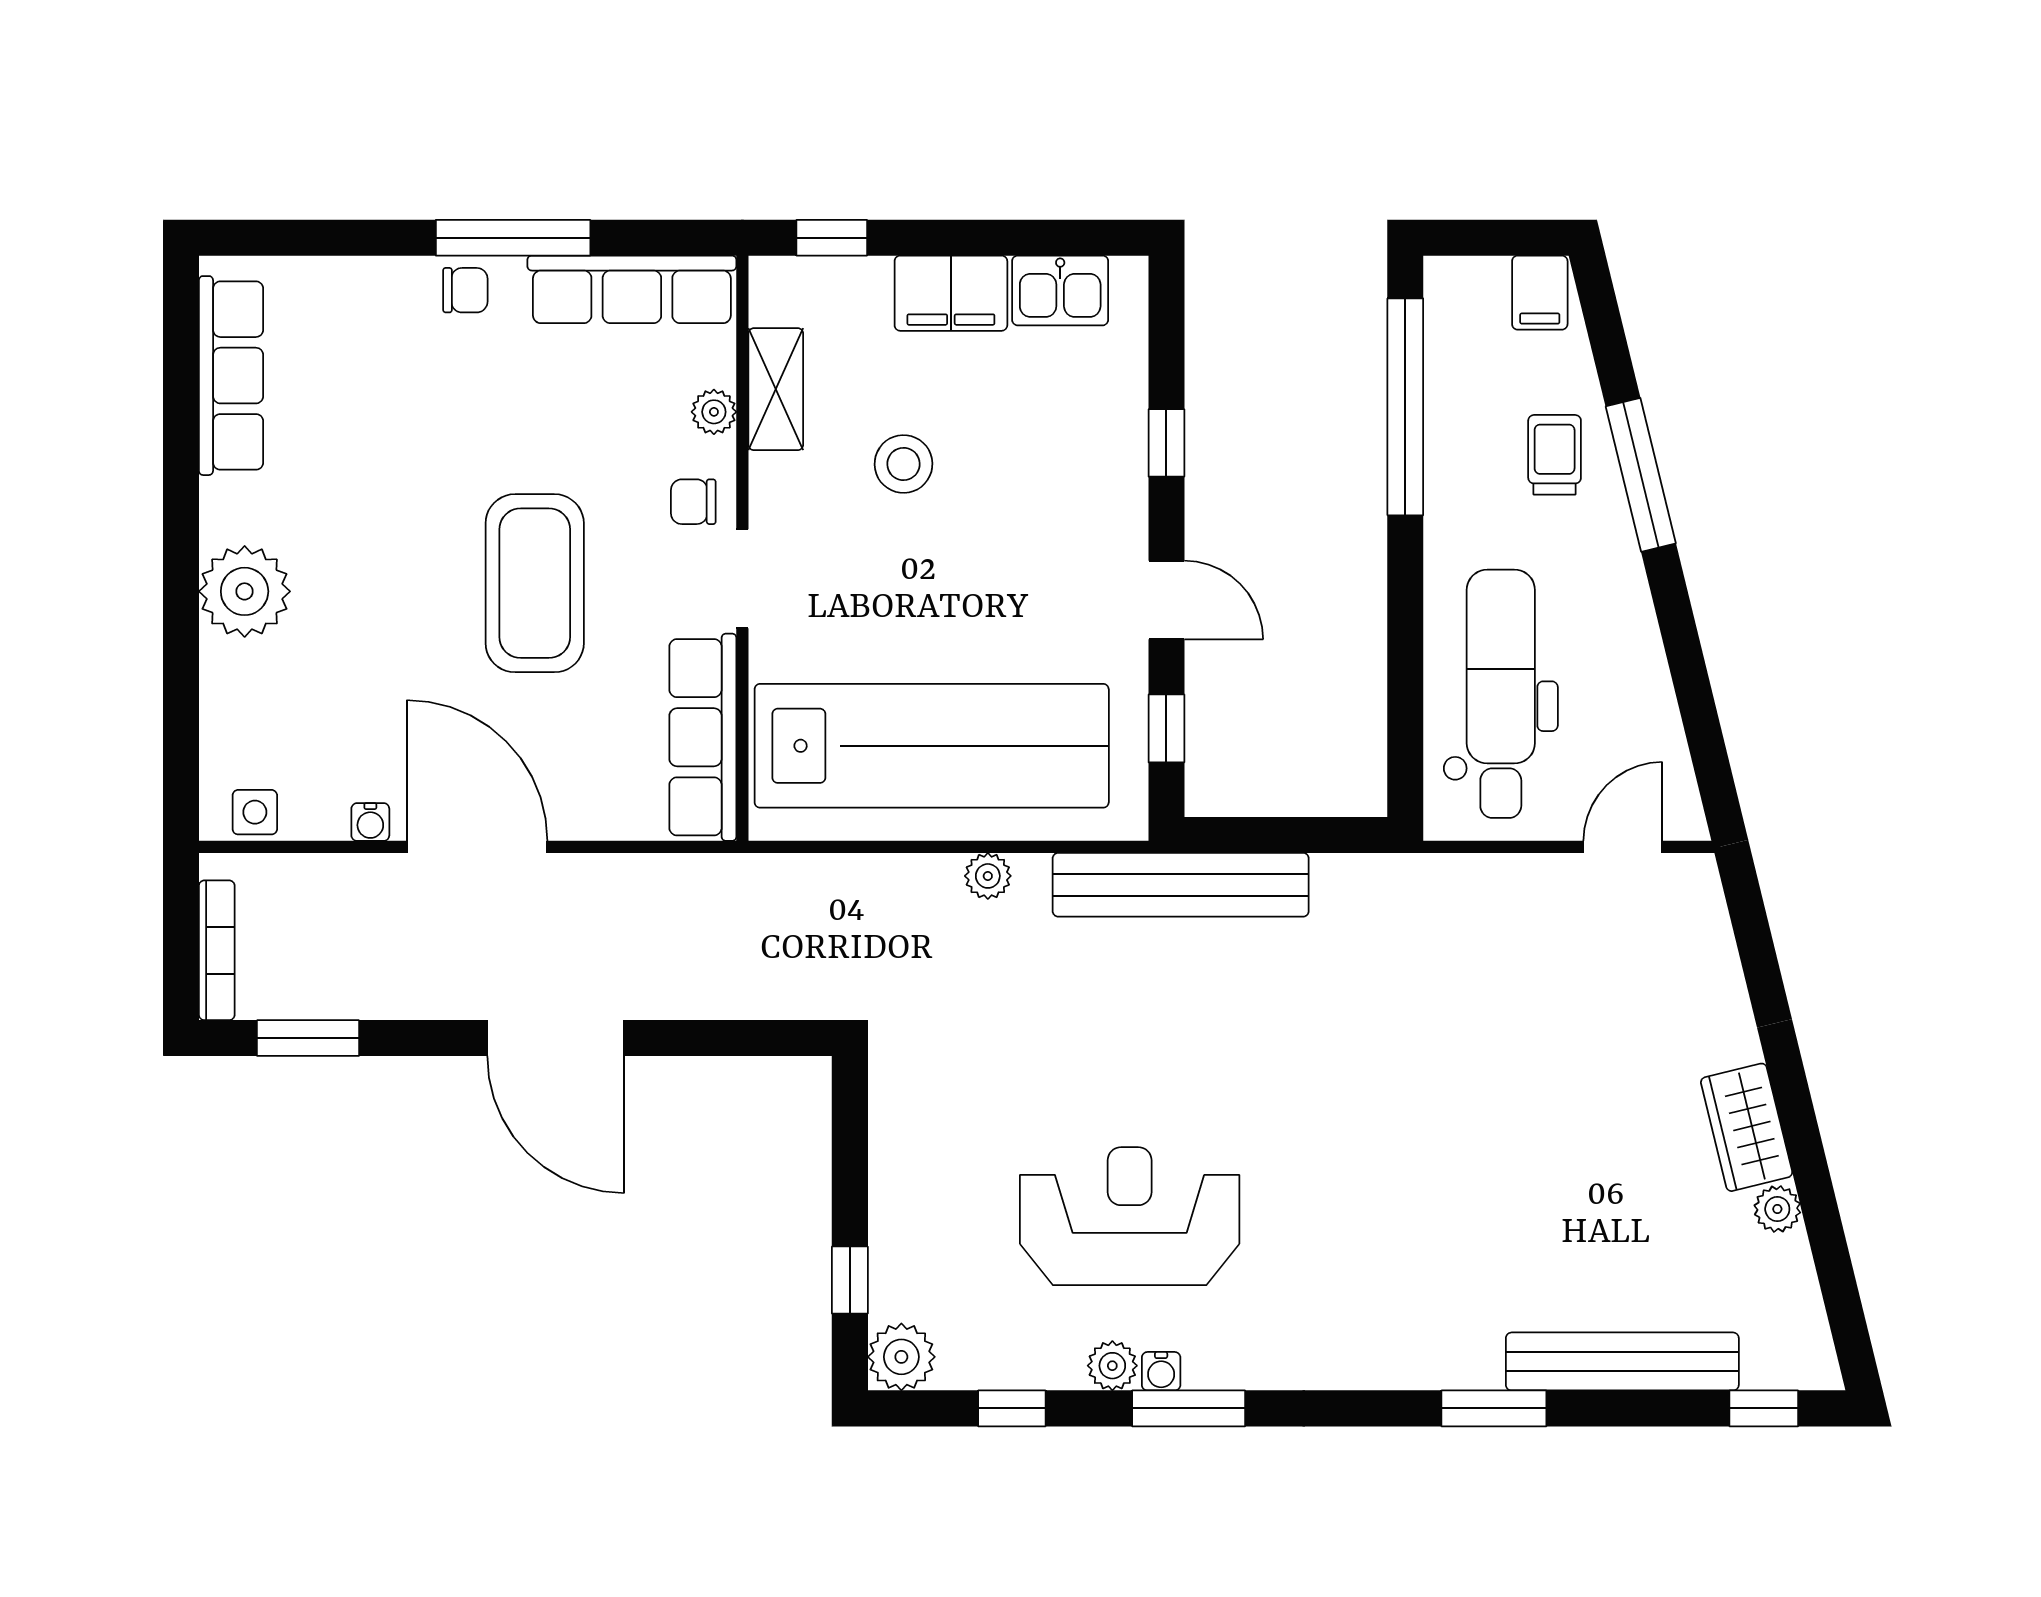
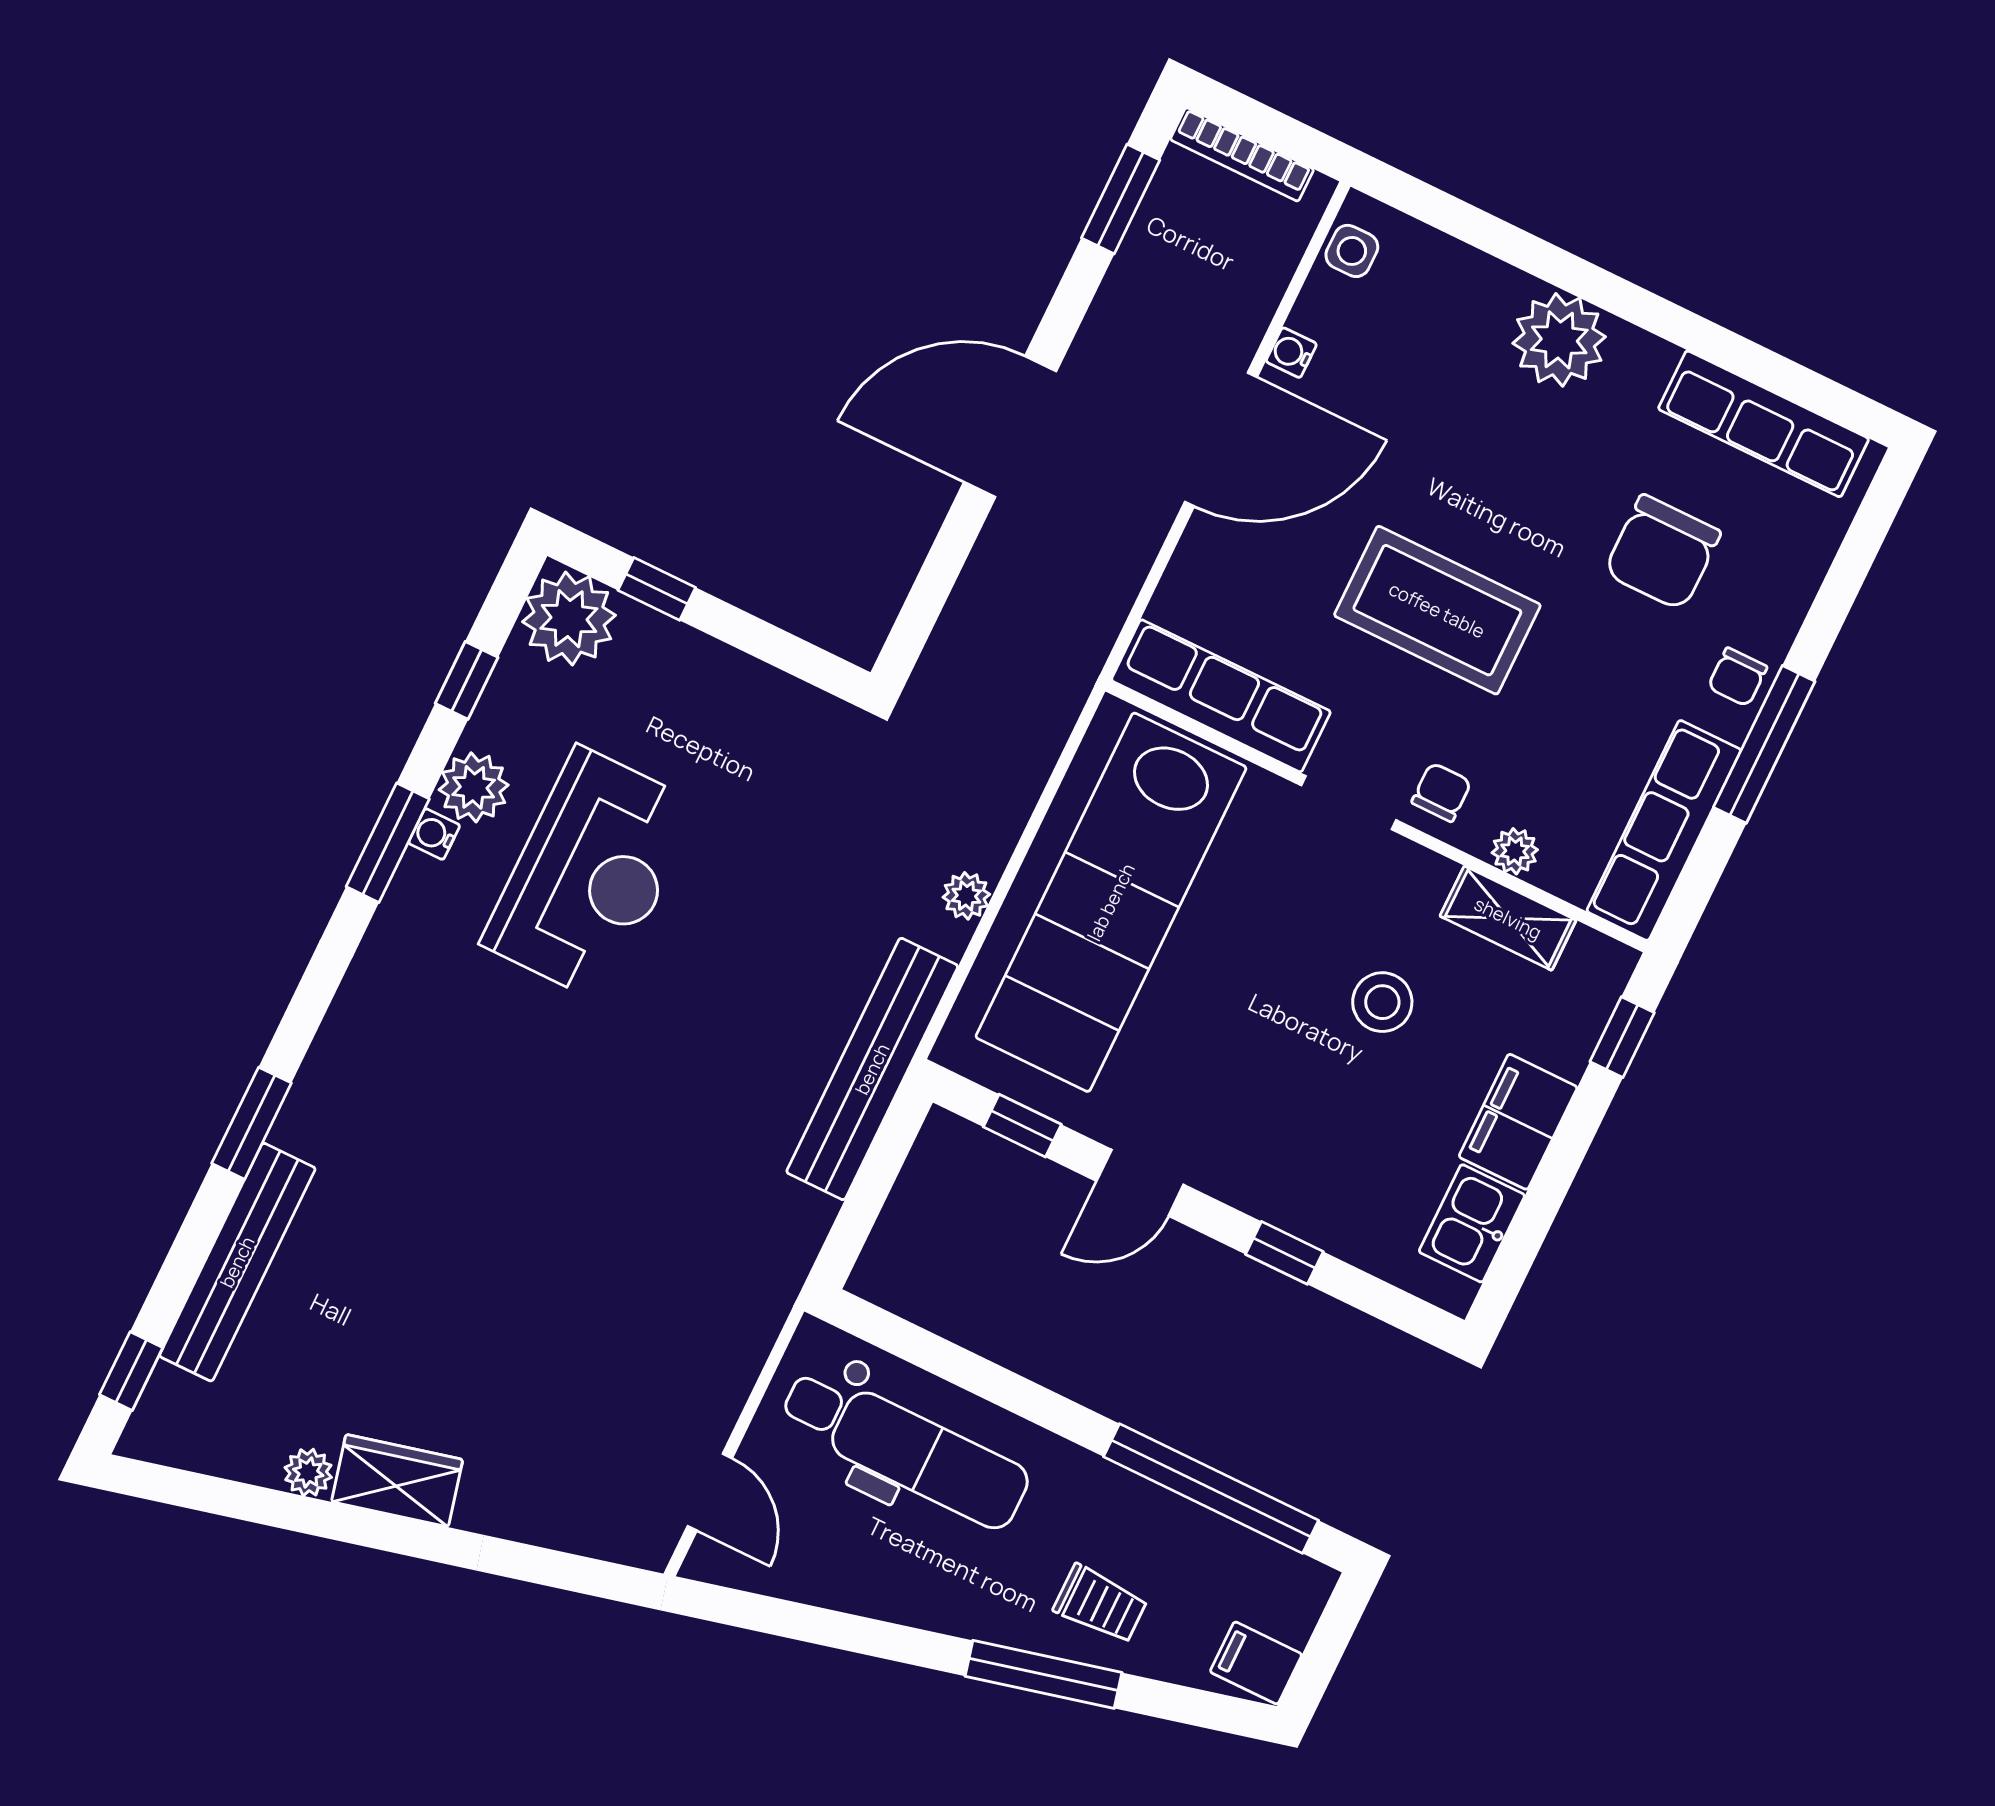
chair: (388, 410) -> (1662, 552), added
plant: (901, 1357) -> (569, 619), width x1.36, depth x1.36
plant: (1112, 1366) -> (474, 787), width x1.38, depth x1.38

